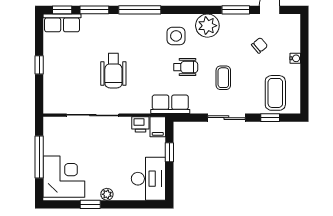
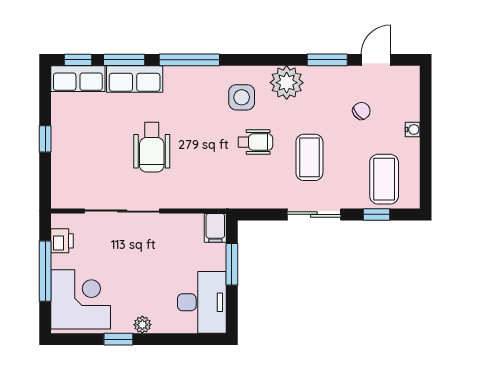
coffee table: (223, 78) -> (309, 157), width x1.36, depth x1.30
row of seats: (170, 104) -> (135, 79), moved, turned 180
printer: (140, 124) -> (62, 241), moved, turned -90
window: (169, 152) -> (232, 264), width x1.50

